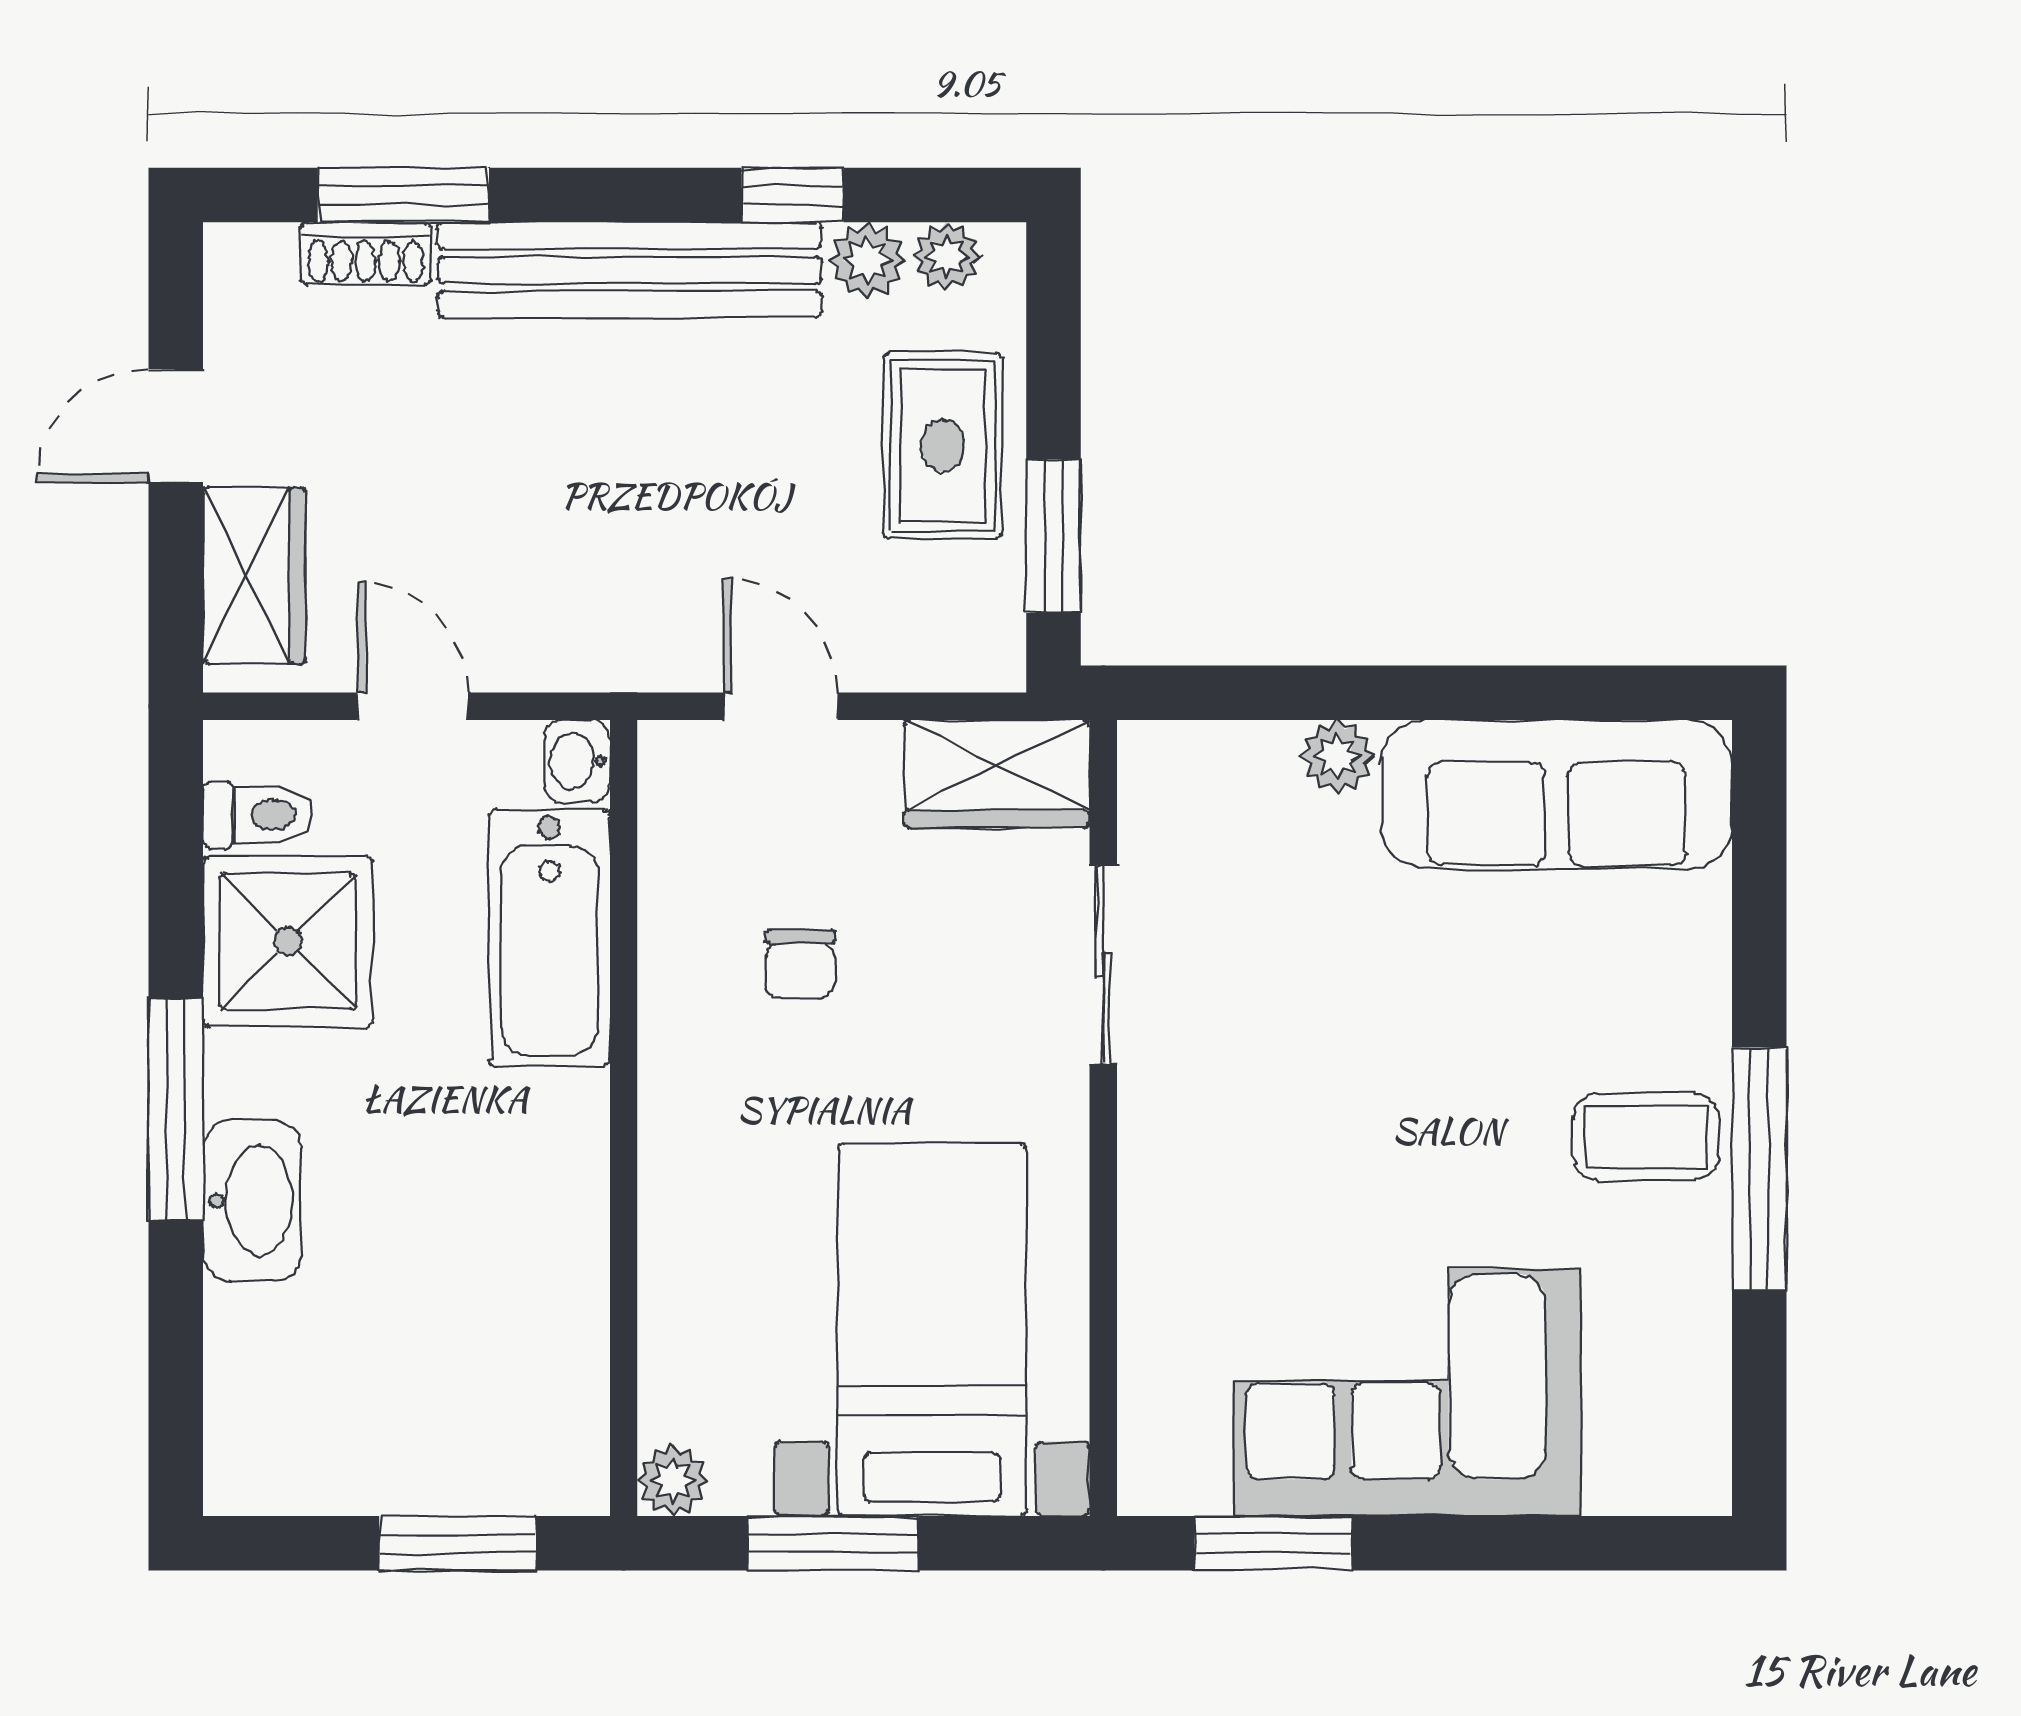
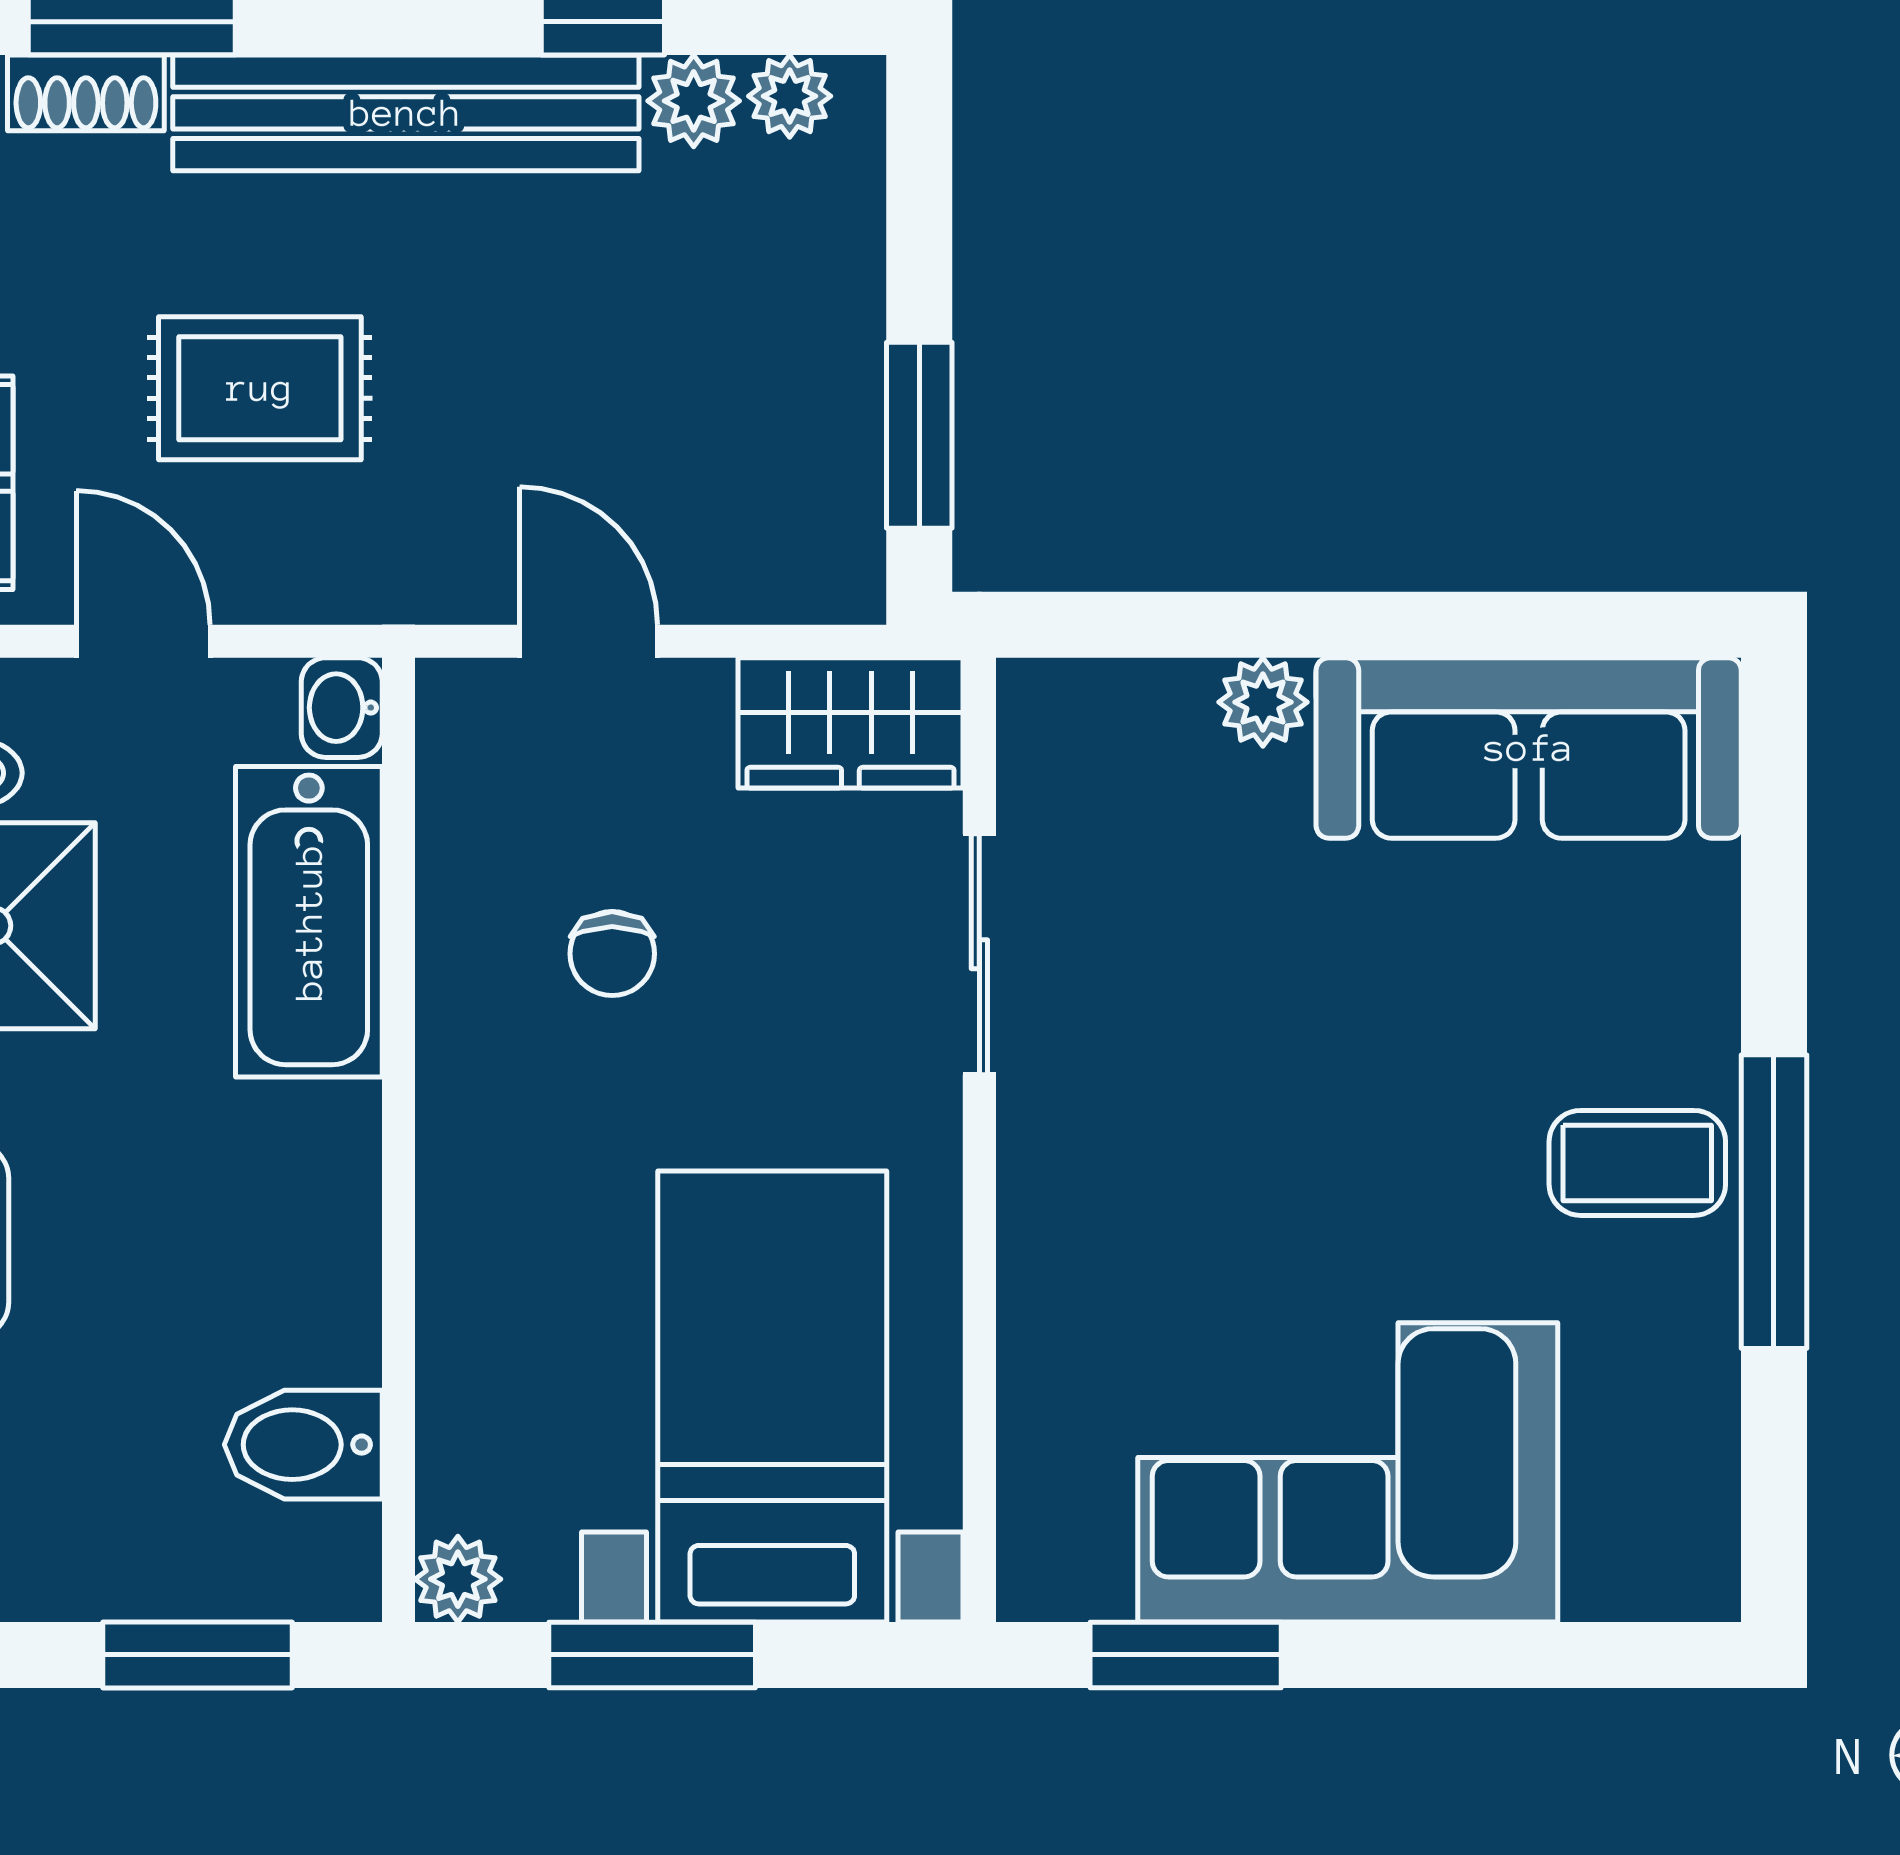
rug: (943, 446) -> (260, 388), moved, turned 90
bidet: (545, 1370) -> (303, 1445), added

